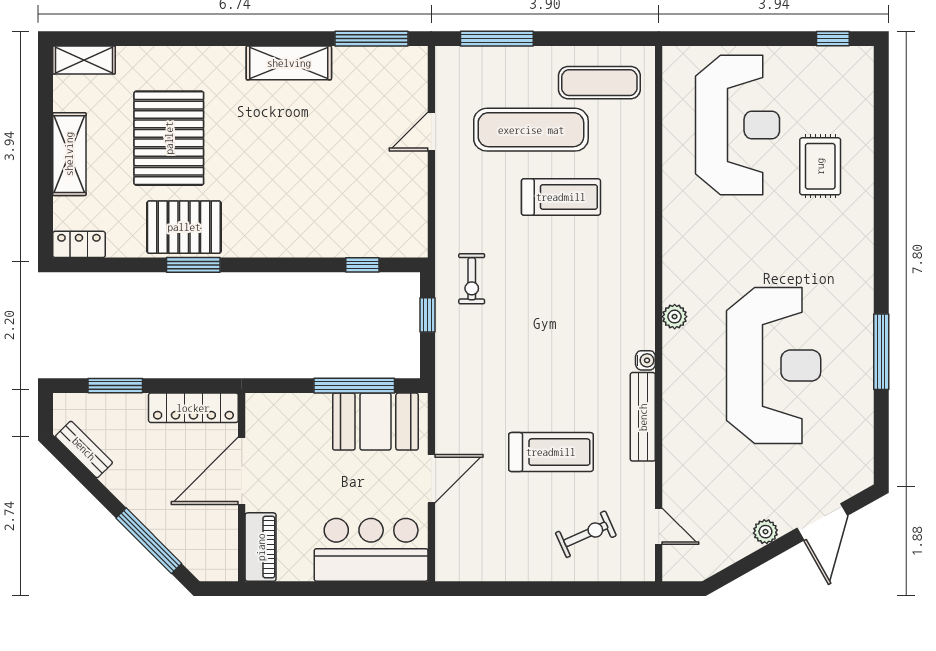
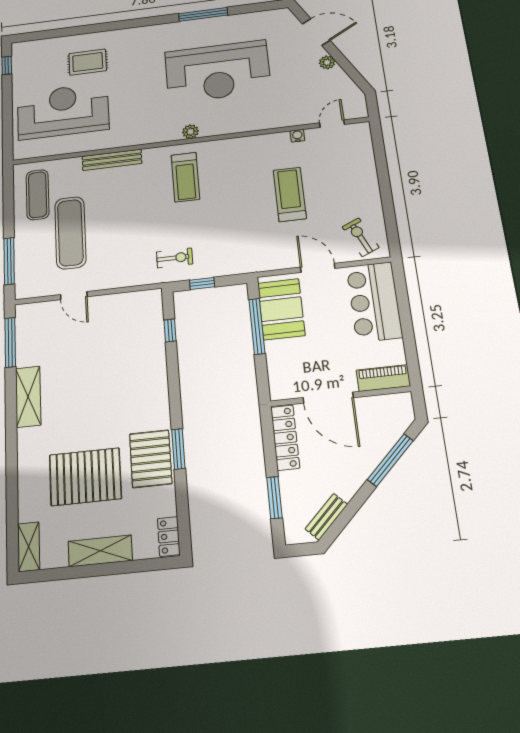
treadmill: (561, 197) -> (185, 177), moved, turned 180
water cooler: (645, 360) -> (297, 136), moved
reception desk: (774, 365) -> (218, 71), turned 180
bench: (643, 417) -> (112, 160), moved
exercise bike: (586, 534) -> (361, 237), moved

